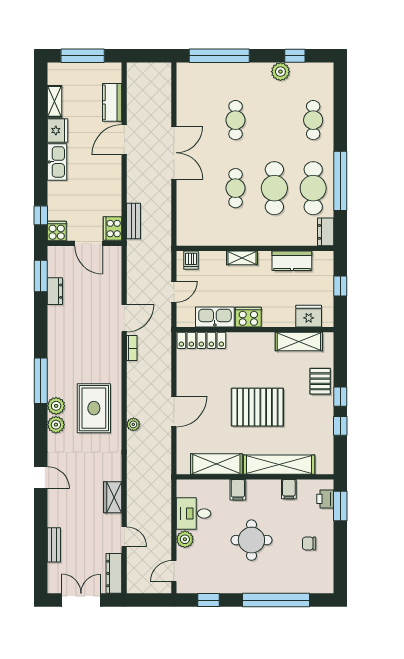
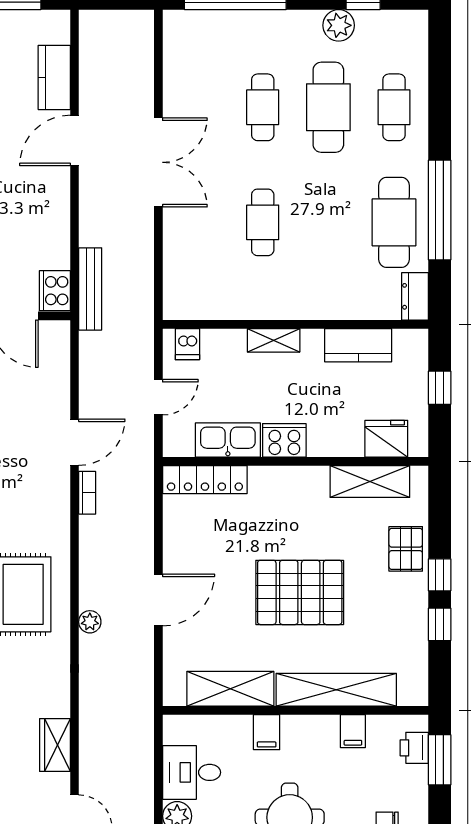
cafe table: (274, 188) -> (328, 107), moved
bench: (133, 221) -> (90, 289), width x1.36

